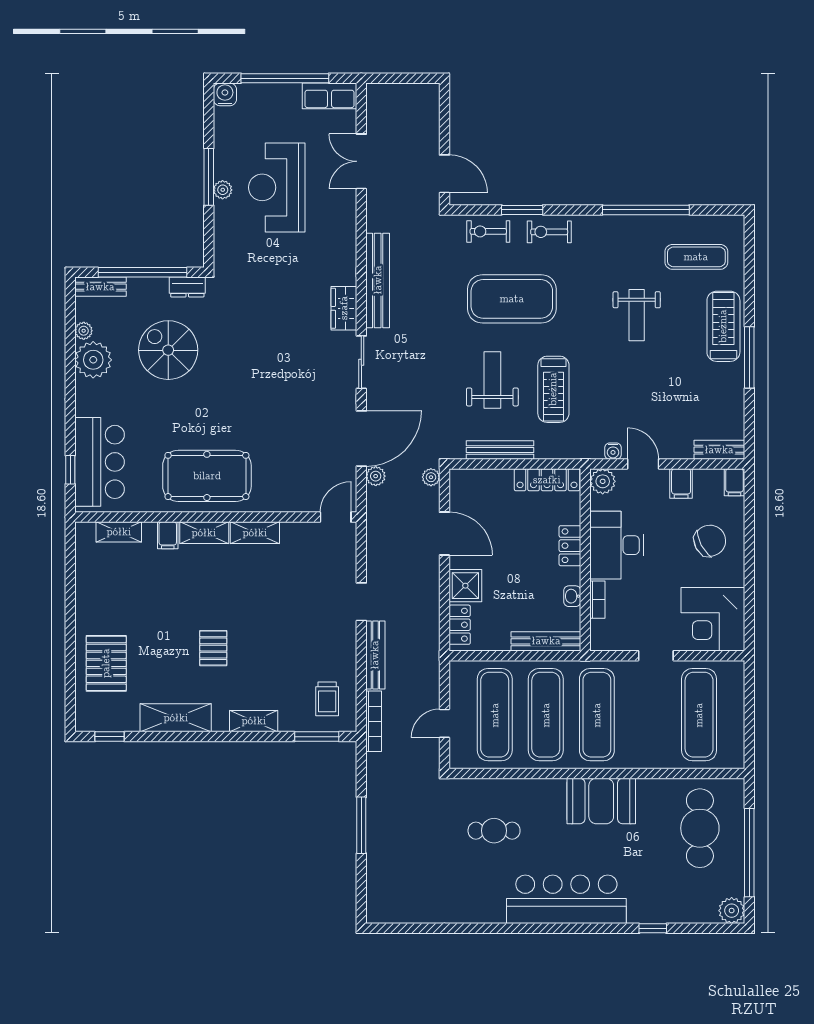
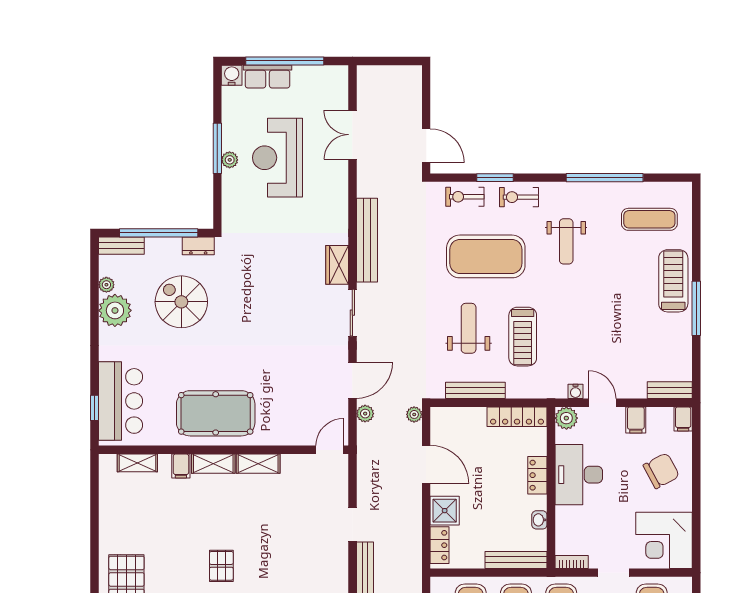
row of seats: (329, 96) -> (268, 77), moved
weight bench: (637, 315) -> (566, 241), moved
door: (361, 438) -> (352, 380), width x0.73
bookcase: (597, 600) -> (572, 562), moved, turned -90

